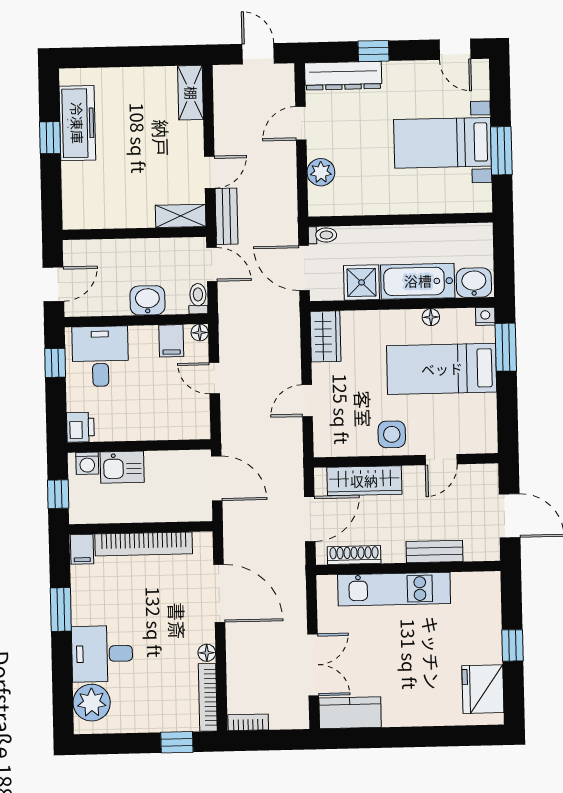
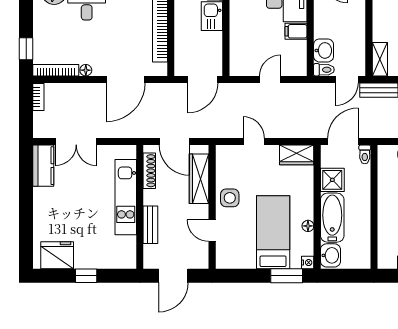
washbasin: (147, 300) -> (324, 50), moved
floor lamp: (200, 333) -> (301, 70), removed
filing cabinet: (171, 341) -> (296, 31), moved

